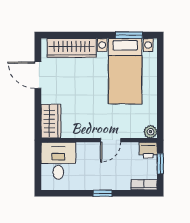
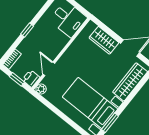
wardrobe: (51, 121) -> (104, 40), moved
door: (111, 140) -> (49, 69), moved

